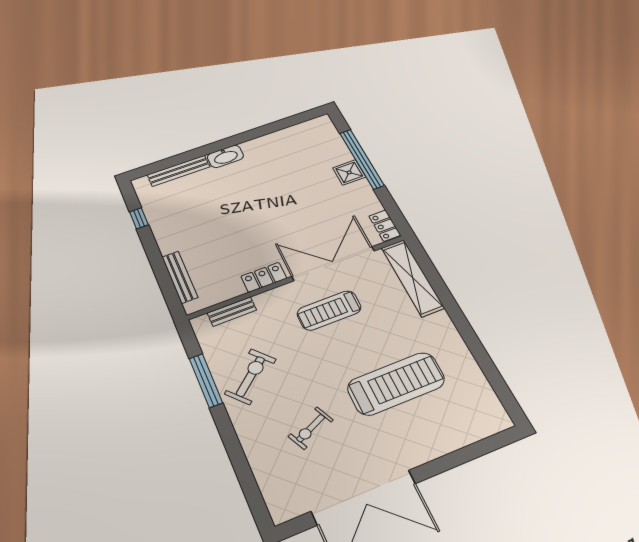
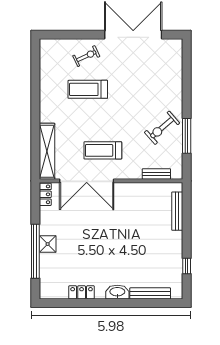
locker: (264, 277) -> (82, 292), moved, turned 180
treadmill: (329, 310) -> (103, 150), turned 180
treadmill: (396, 384) -> (88, 89), width x0.73, depth x0.73
exercise bike: (311, 428) -> (86, 56), moved

